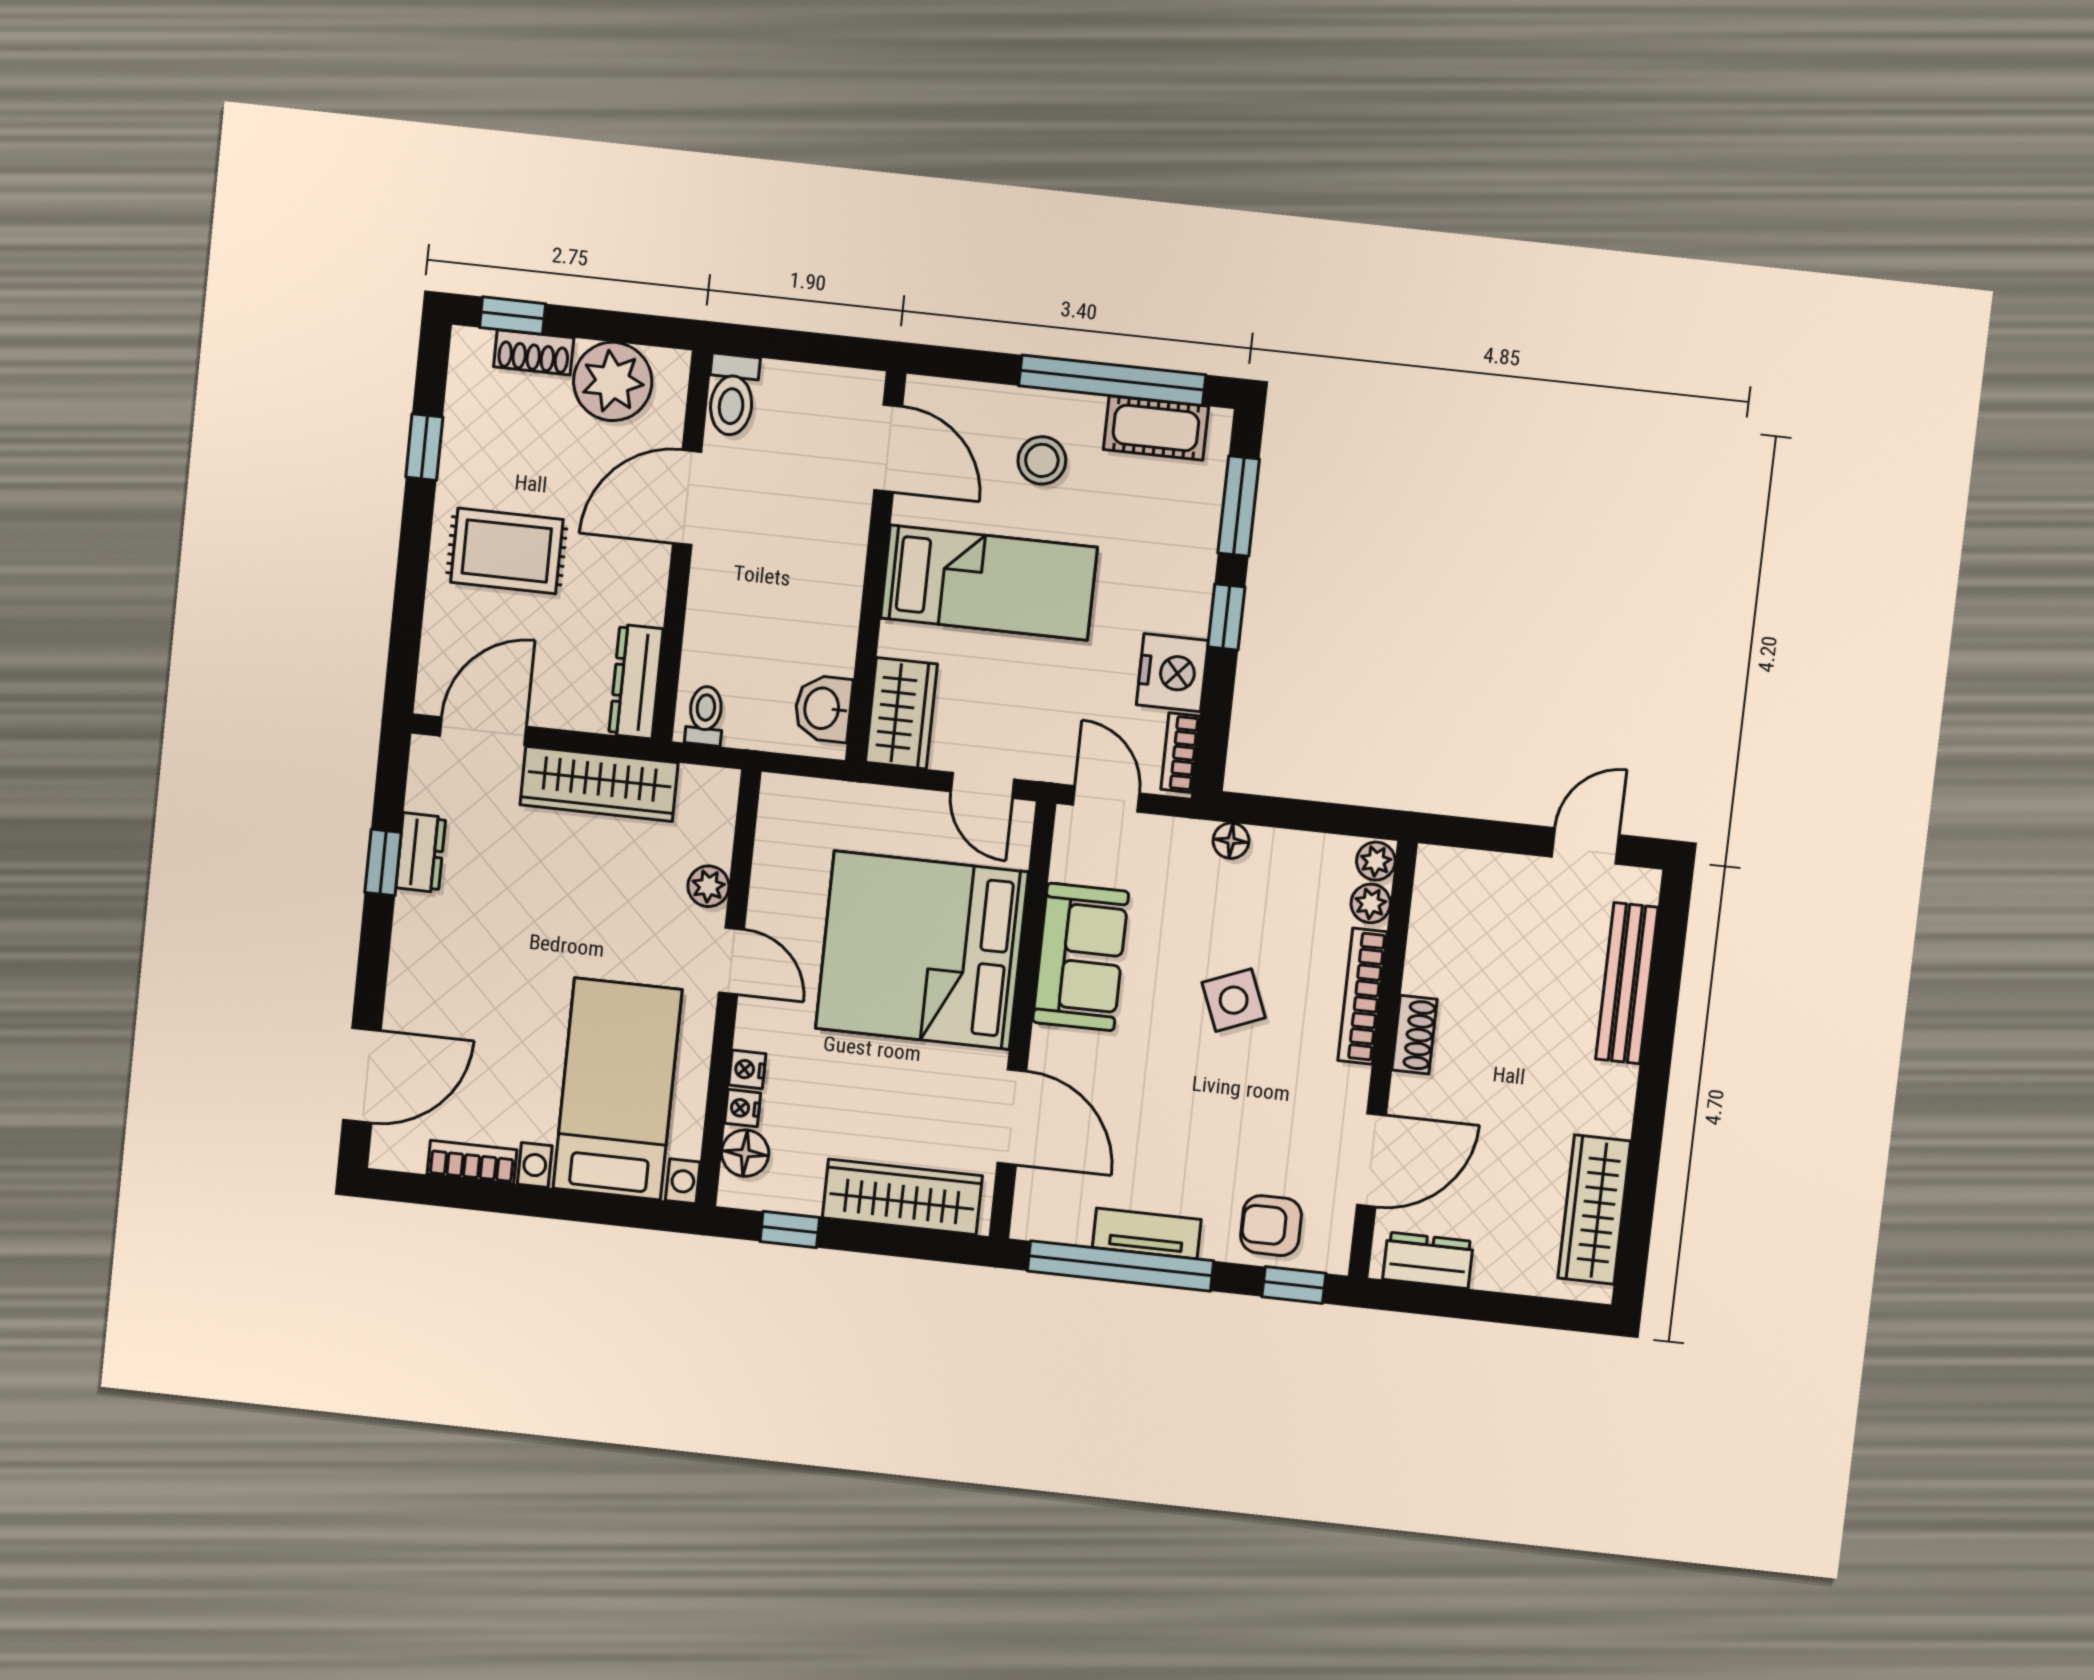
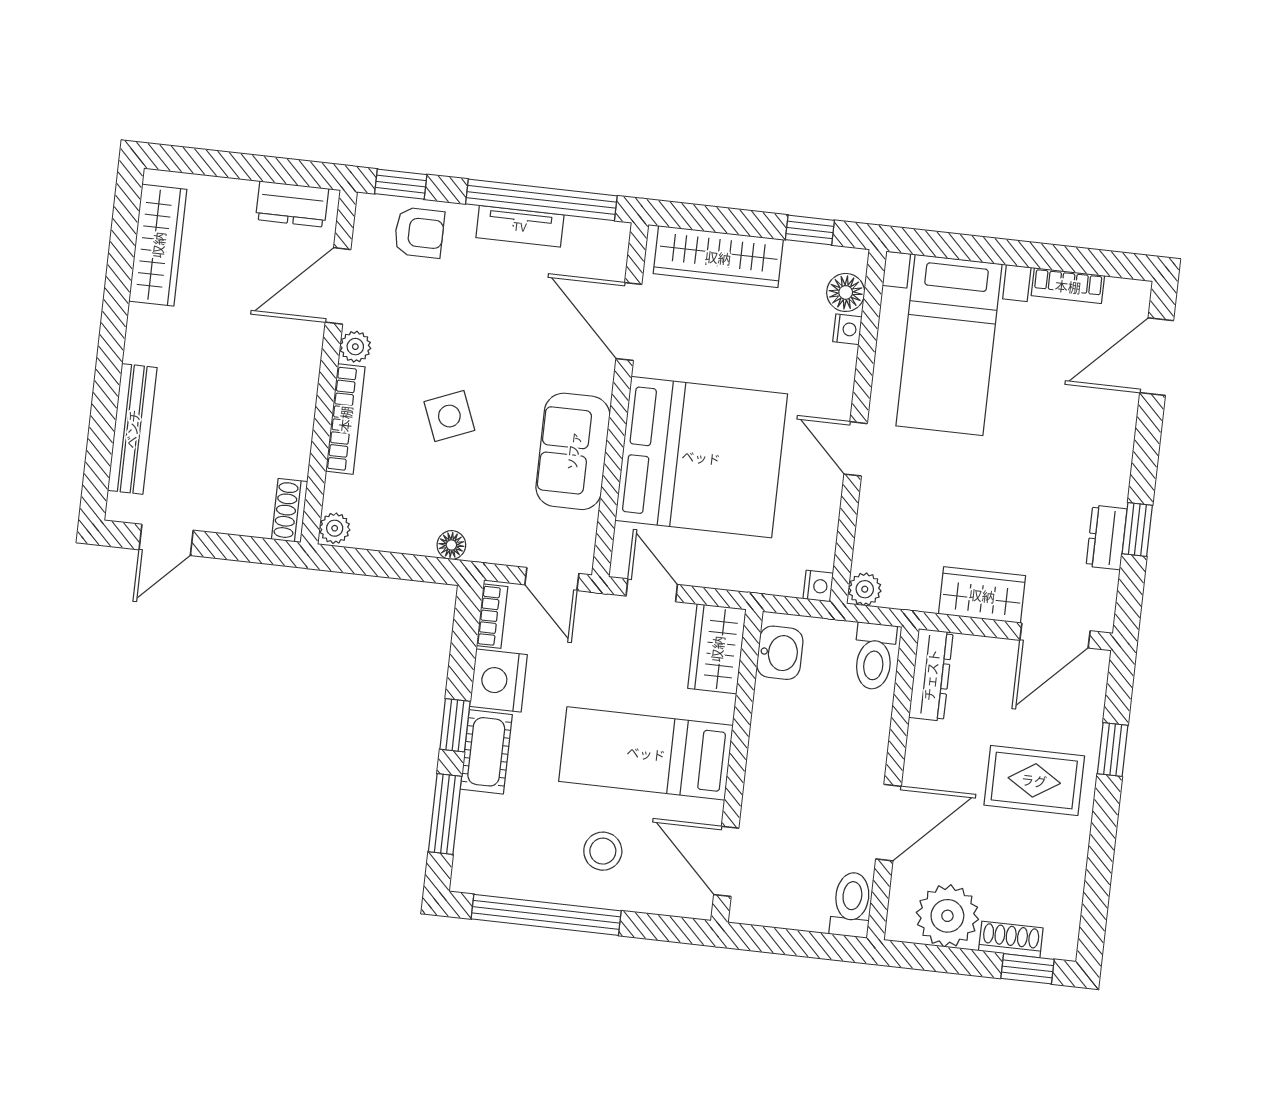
cot: (1156, 428) -> (486, 752), moved, turned 90
window: (424, 447) -> (1113, 750), moved
toilet: (705, 716) -> (874, 656), width x1.37, depth x1.39
wardrobe: (599, 784) -> (982, 595), width x0.67
plant: (708, 886) -> (865, 589), moved
plant: (1371, 903) -> (355, 347), moved
shoe rack: (1415, 1035) -> (290, 510), moved
nightstand: (747, 1069) -> (818, 586), moved

